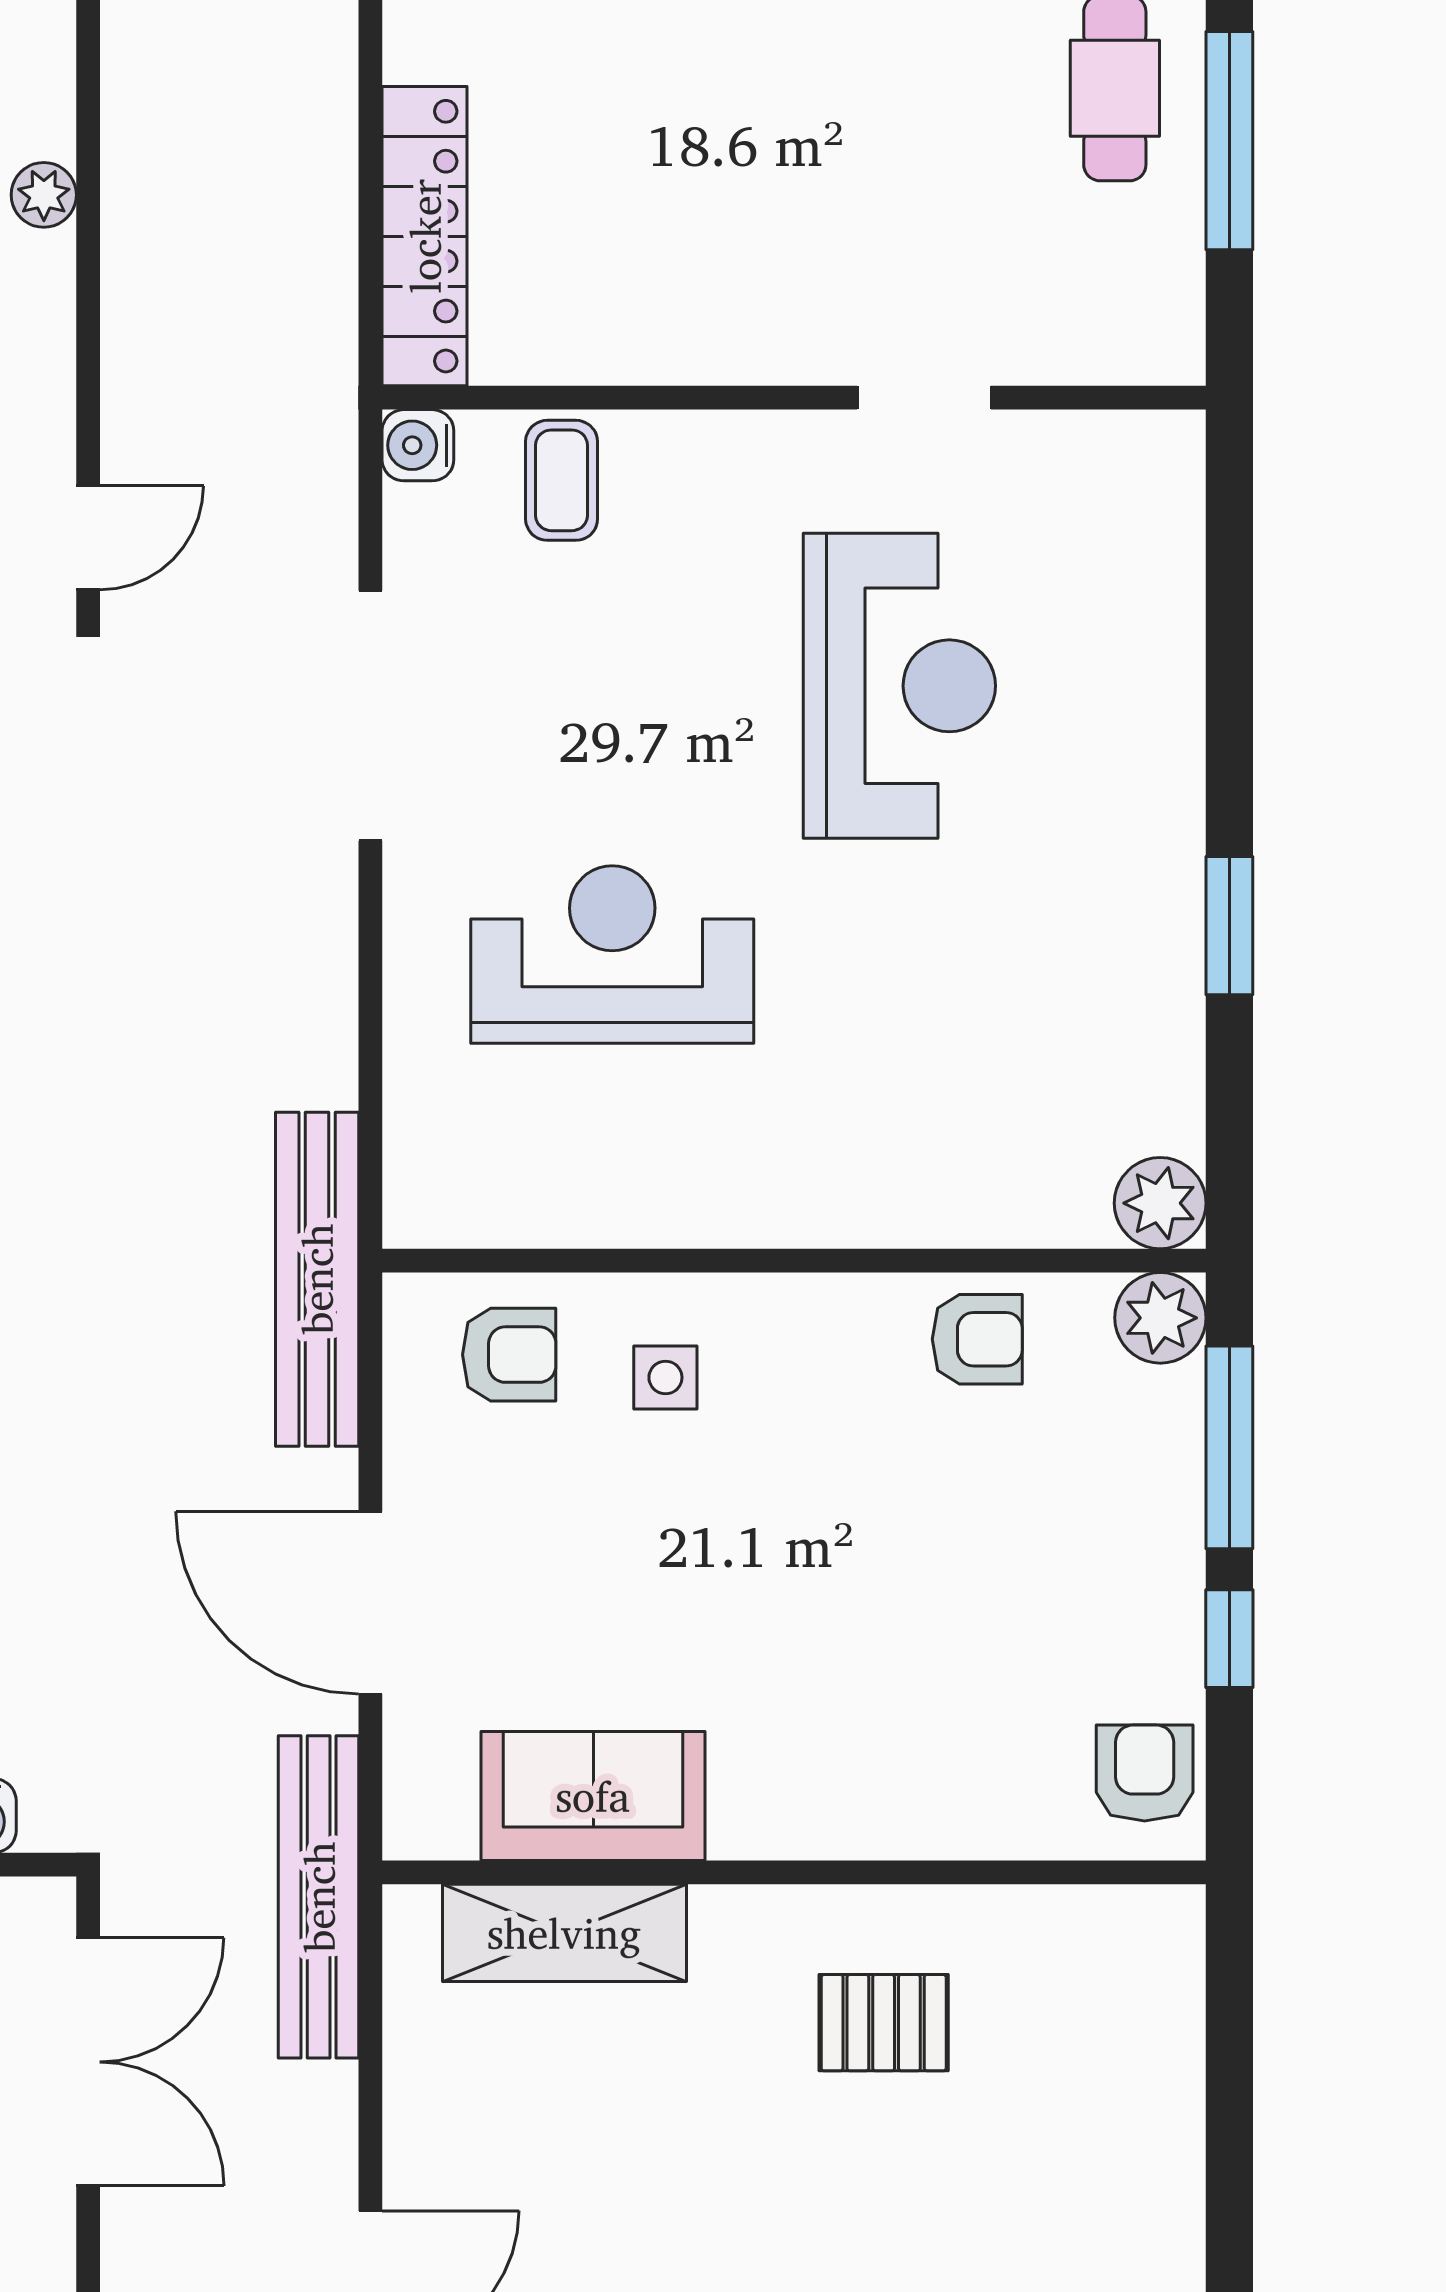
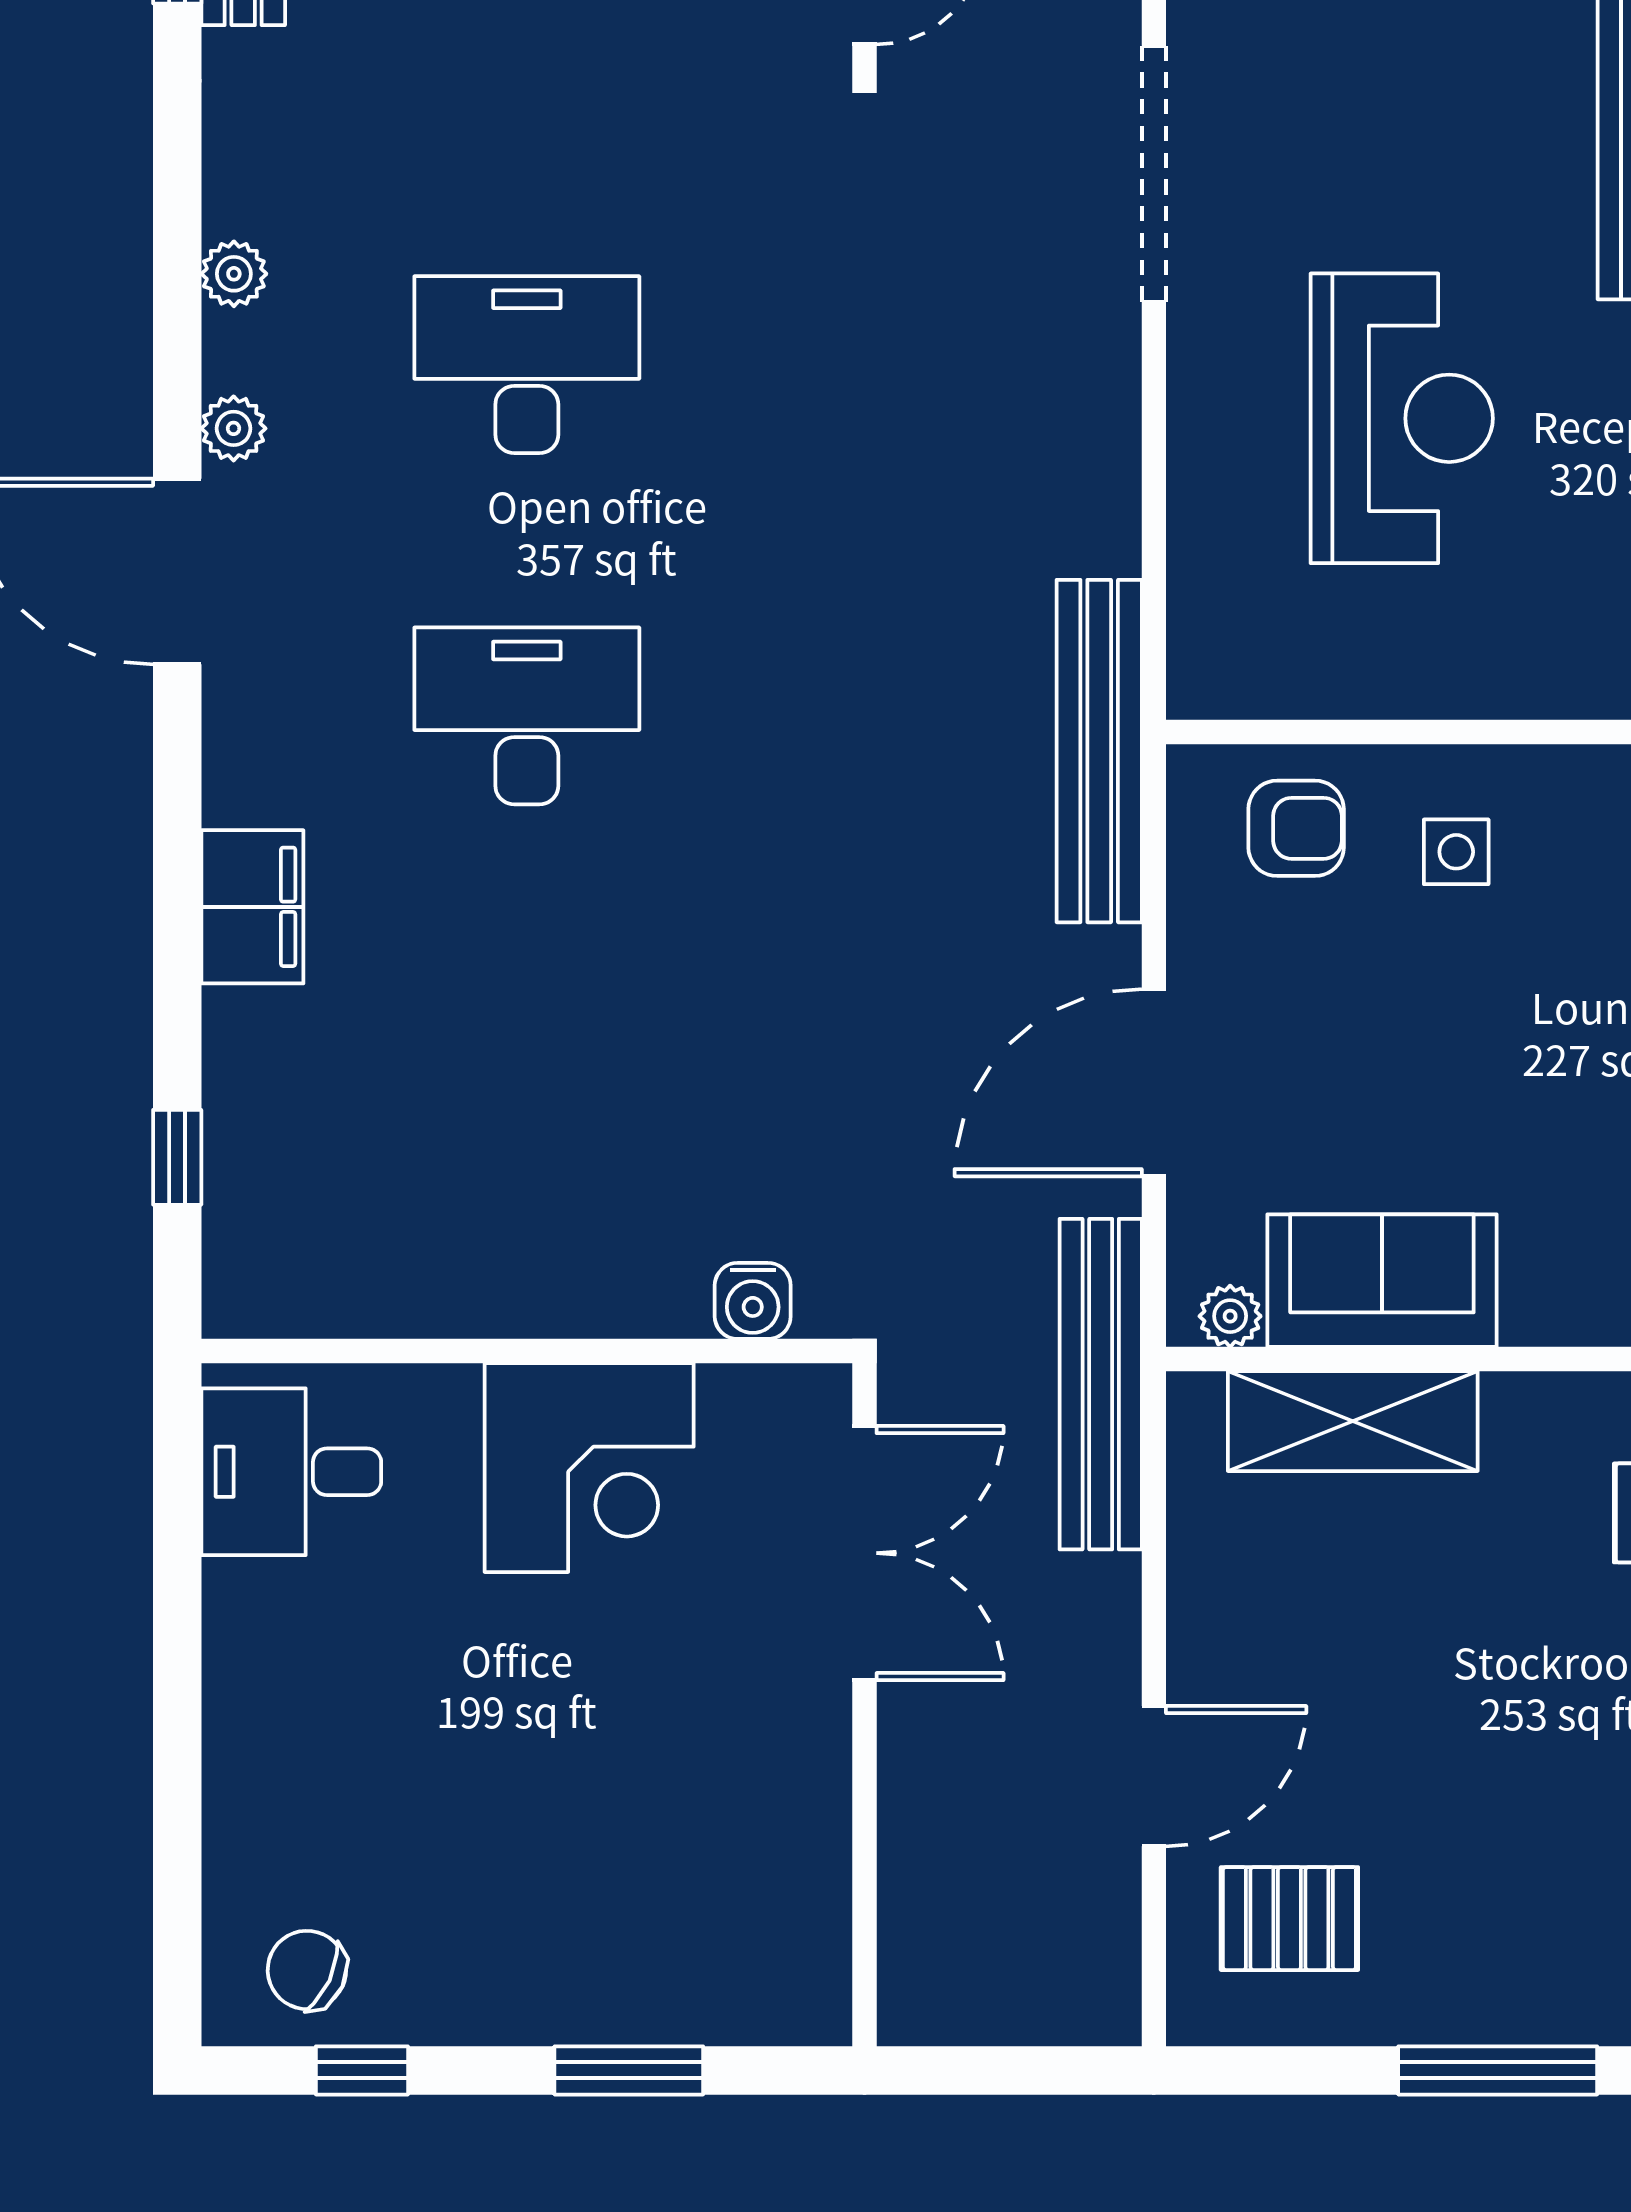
reception desk: (612, 954) -> (1402, 418), turned 90
door: (370, 1603) -> (1154, 1083), hinge flipped
plant: (445, 1831) -> (1230, 1316), added

